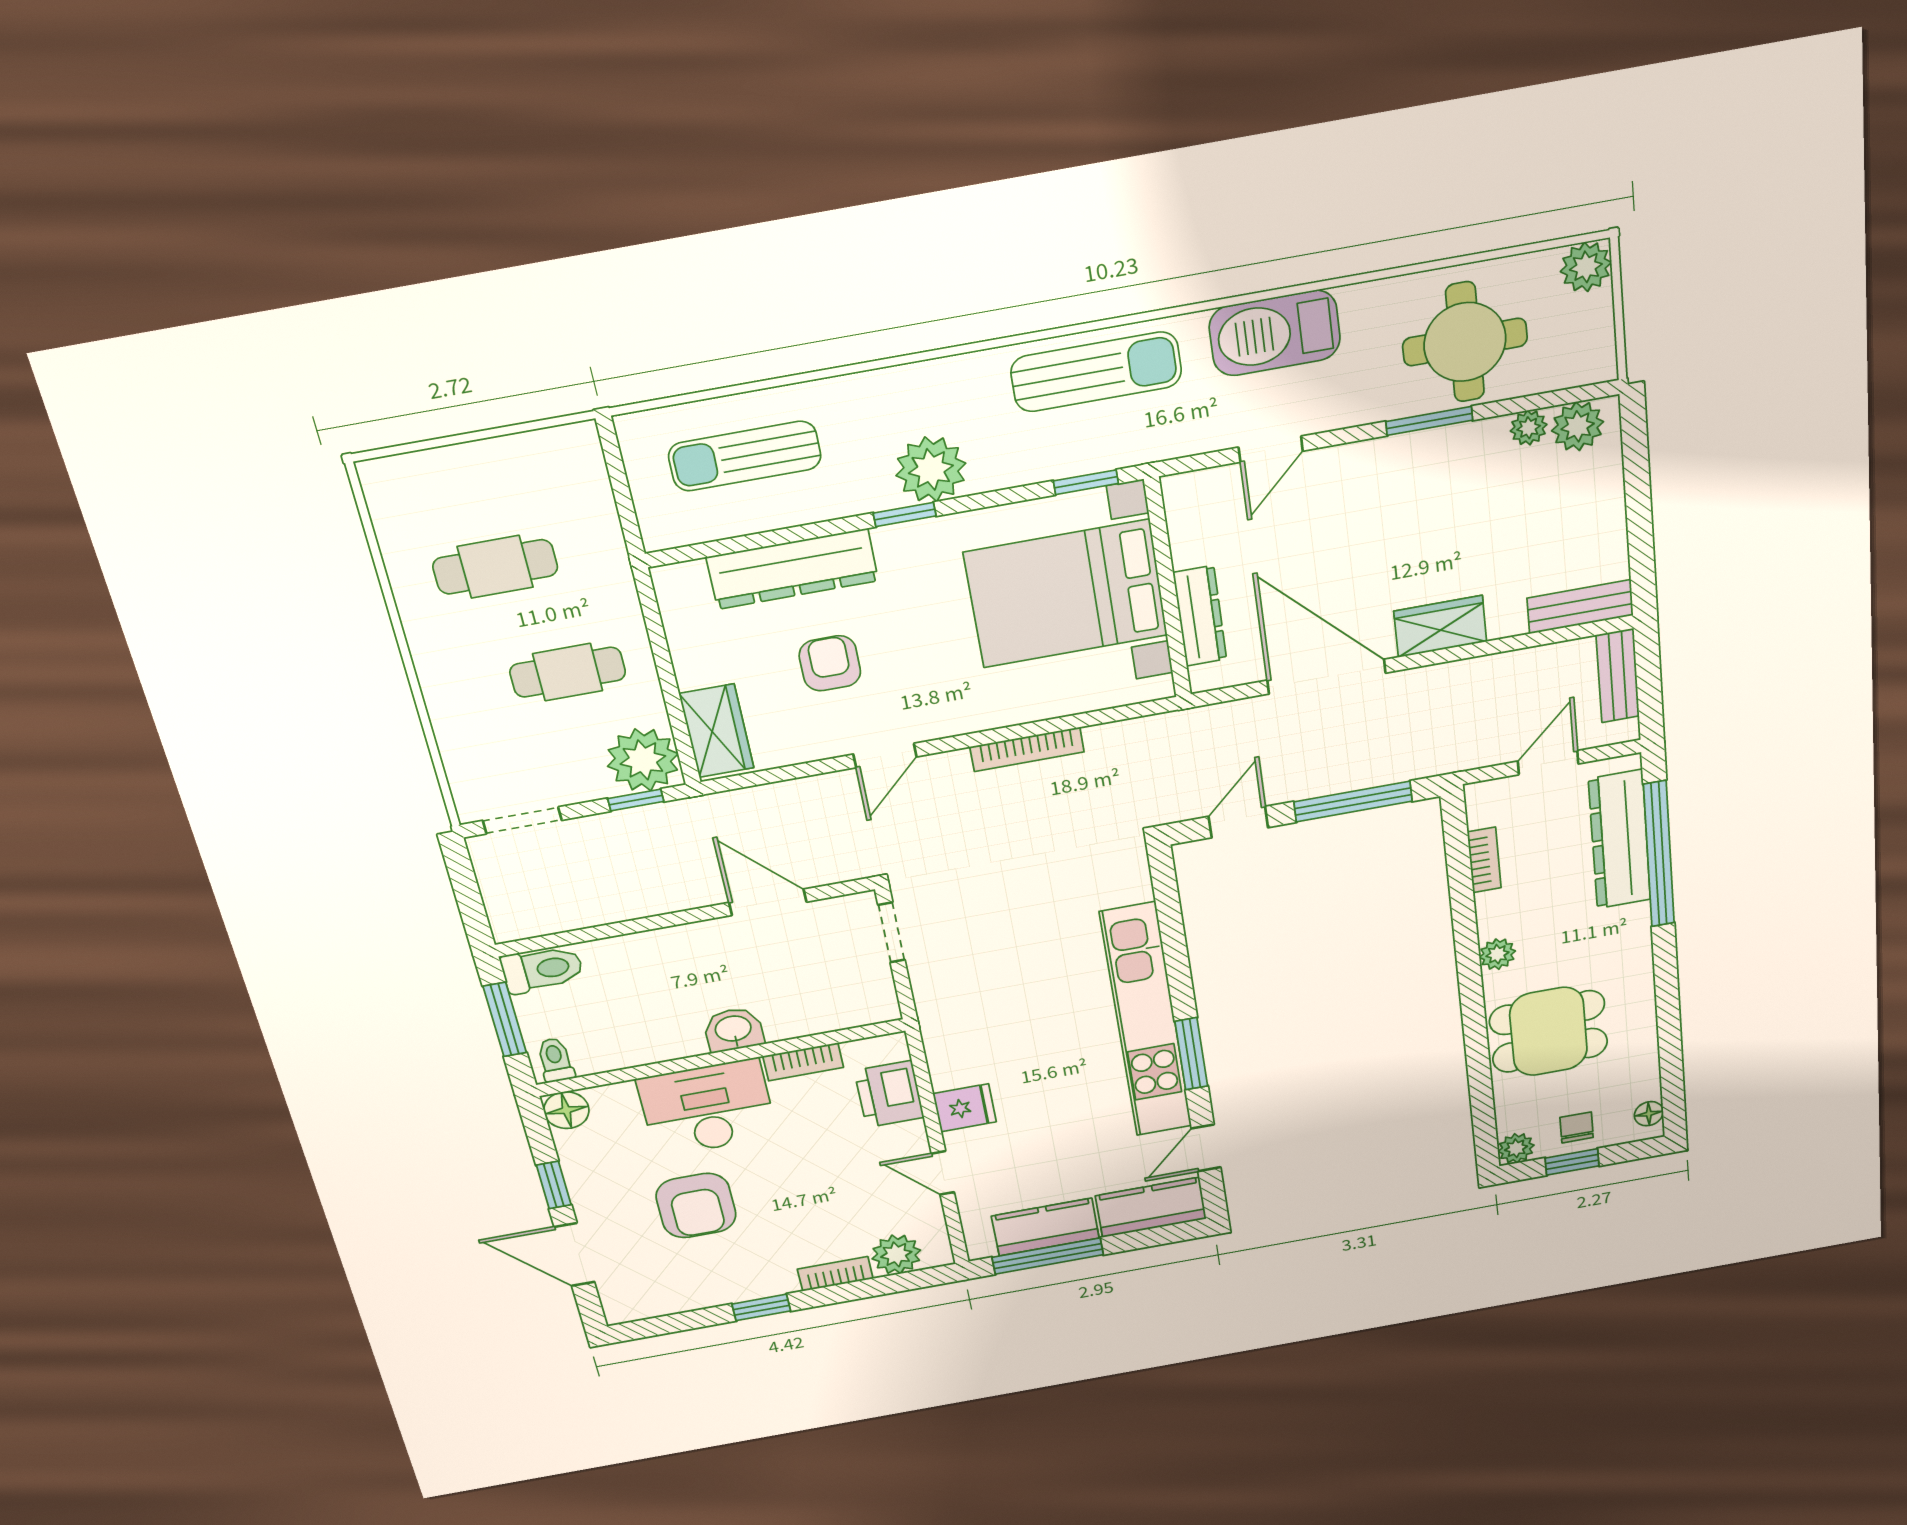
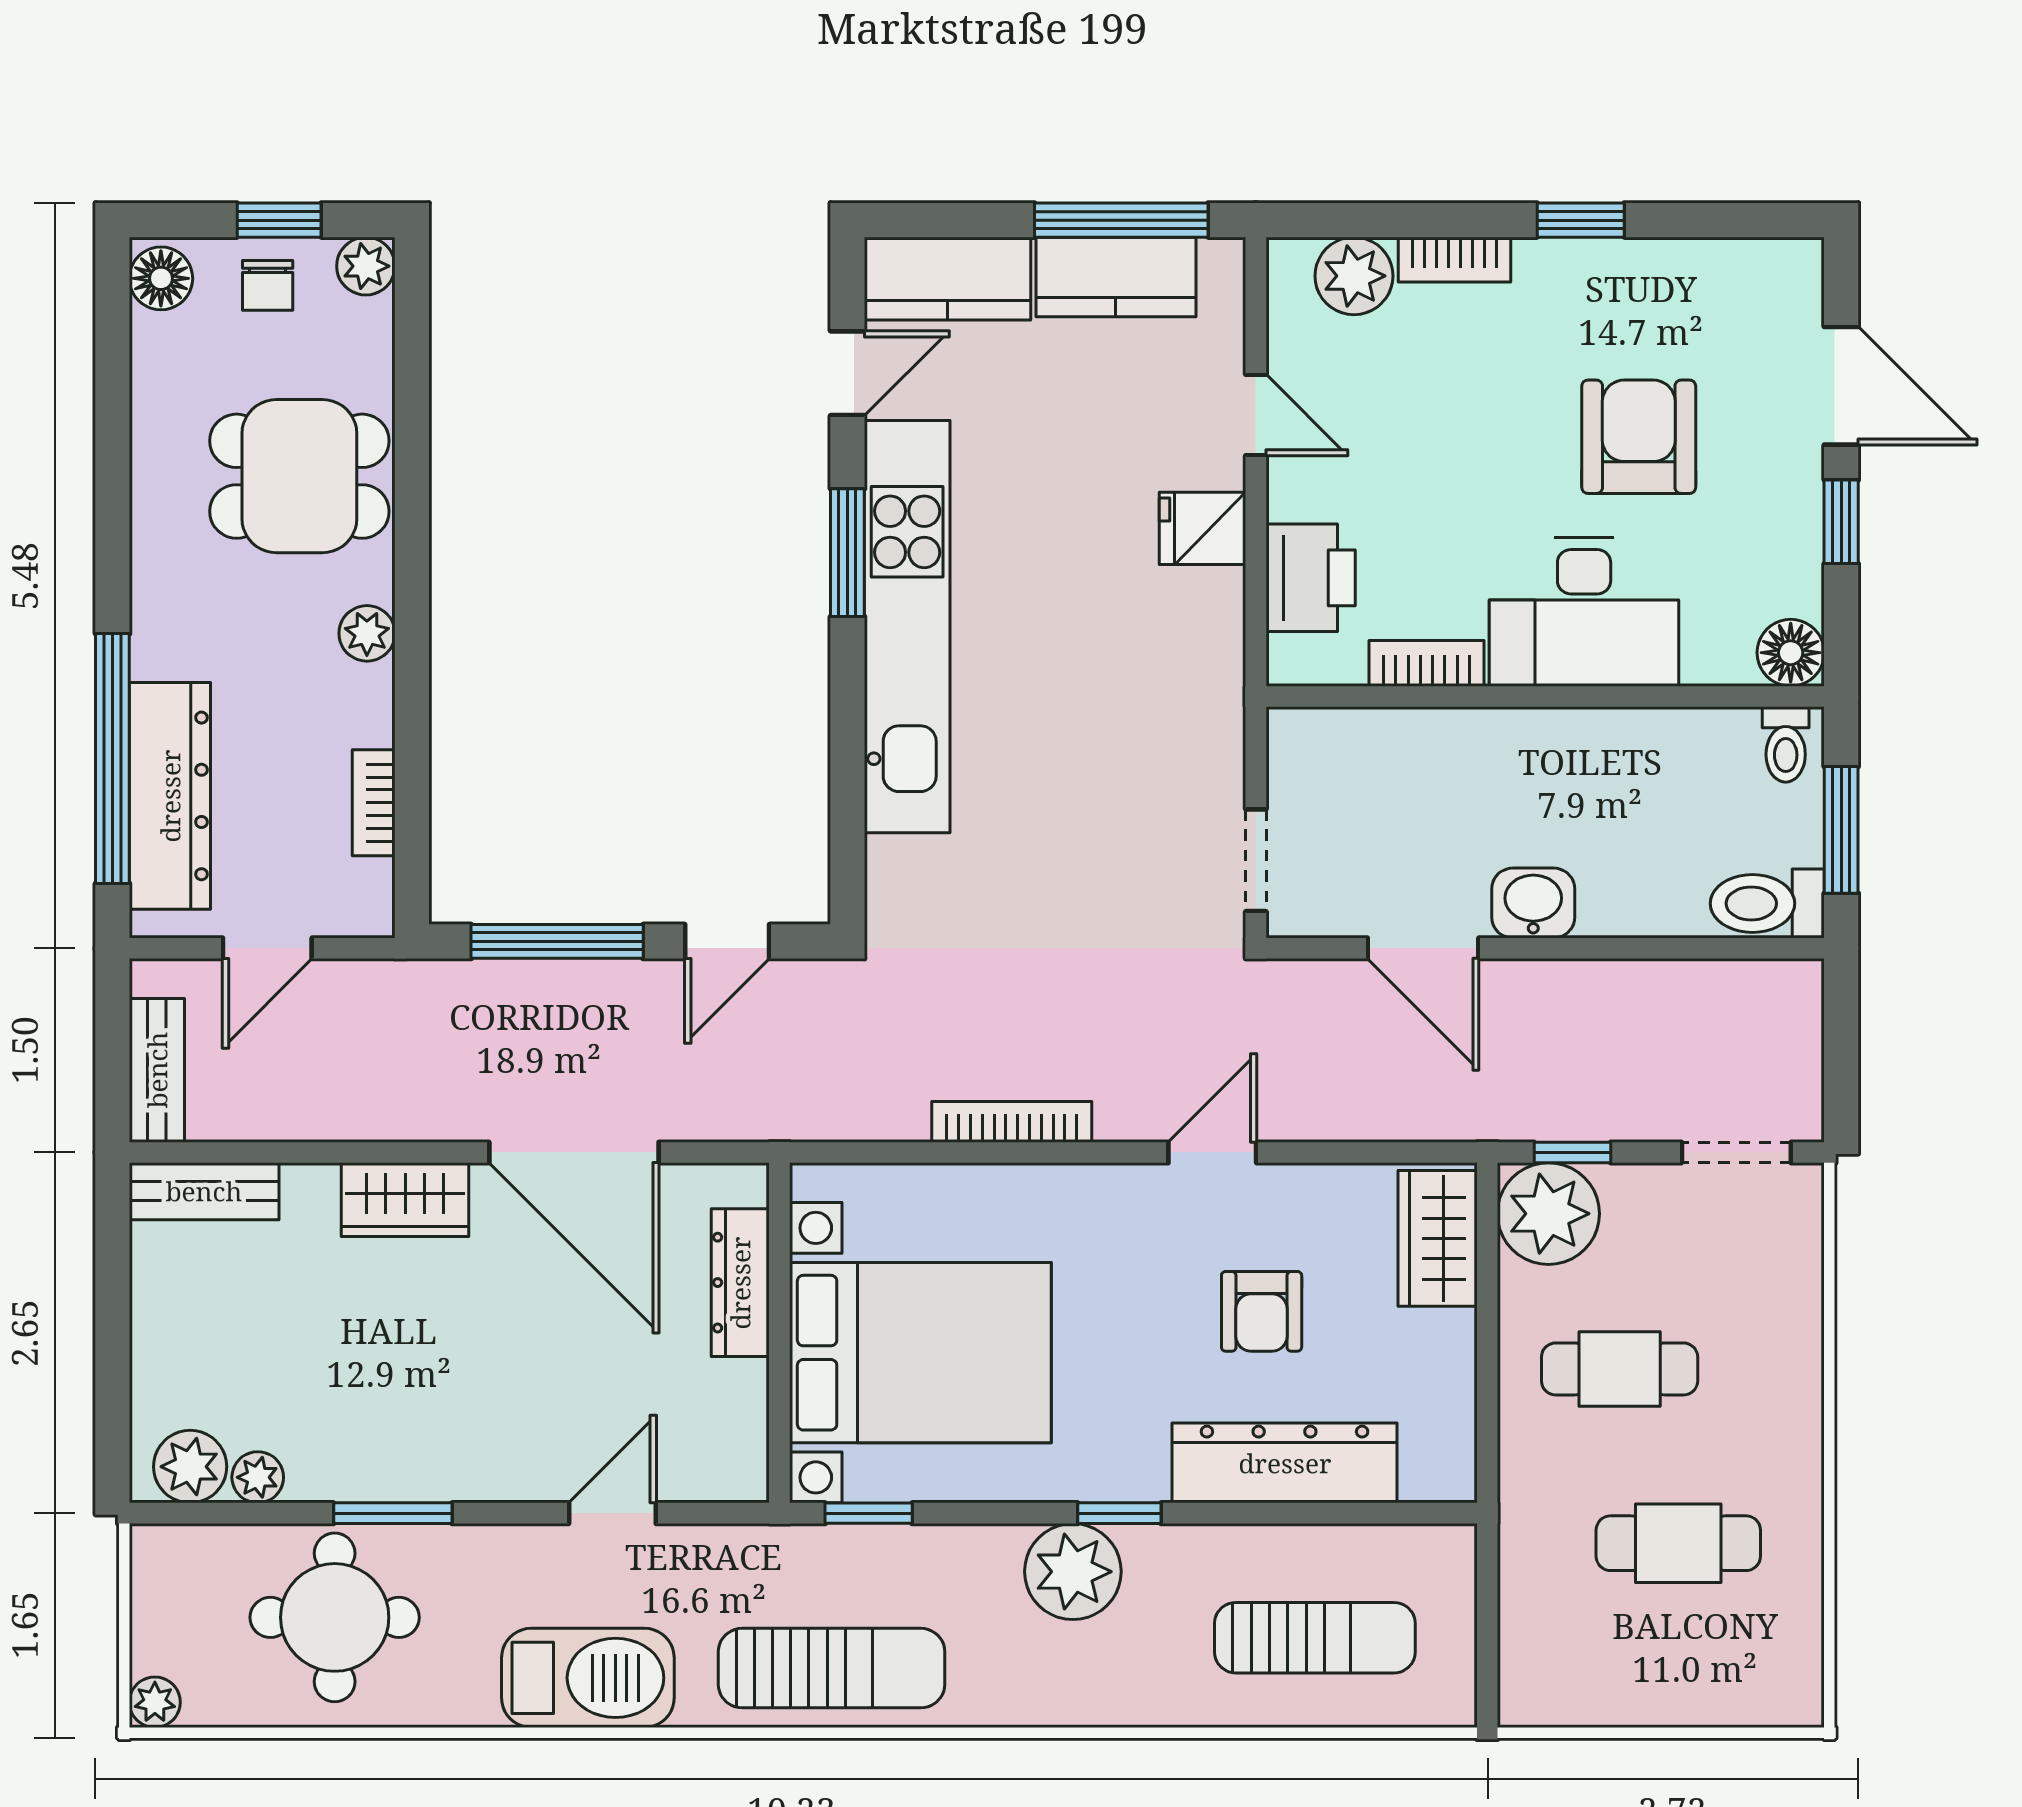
plant: (1586, 267) -> (155, 1702), width x0.73, depth x0.73
sun lounger: (1096, 372) -> (832, 1668), turned 180
washbasin: (733, 1030) -> (1533, 903), moved, turned 180
floor lamp: (1649, 1114) -> (161, 278), width x1.37, depth x1.37

